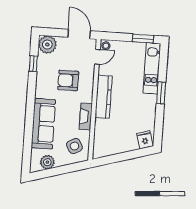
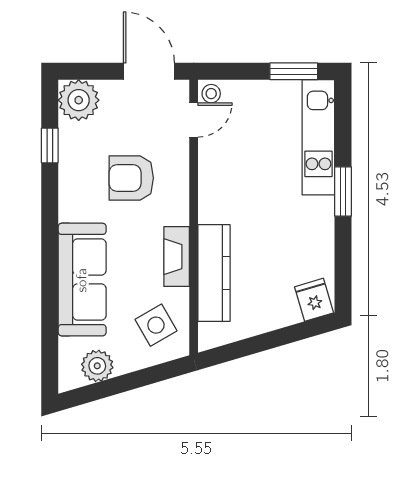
kitchen counter: (104, 97) -> (214, 273), moved

